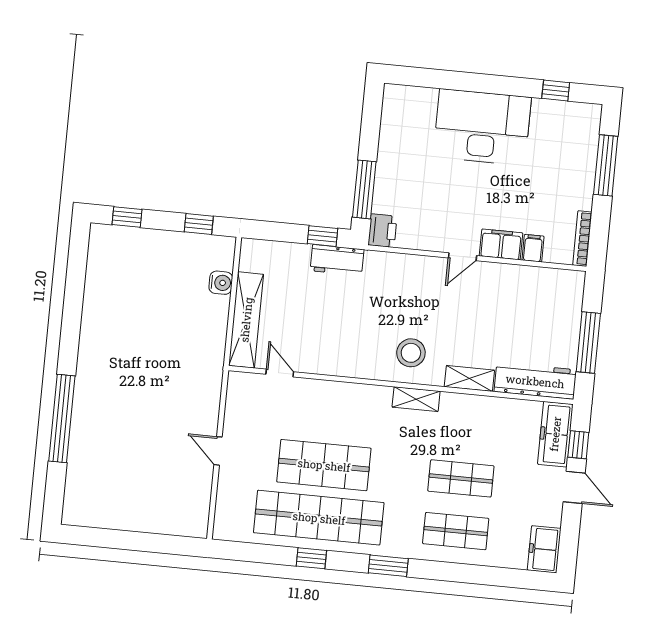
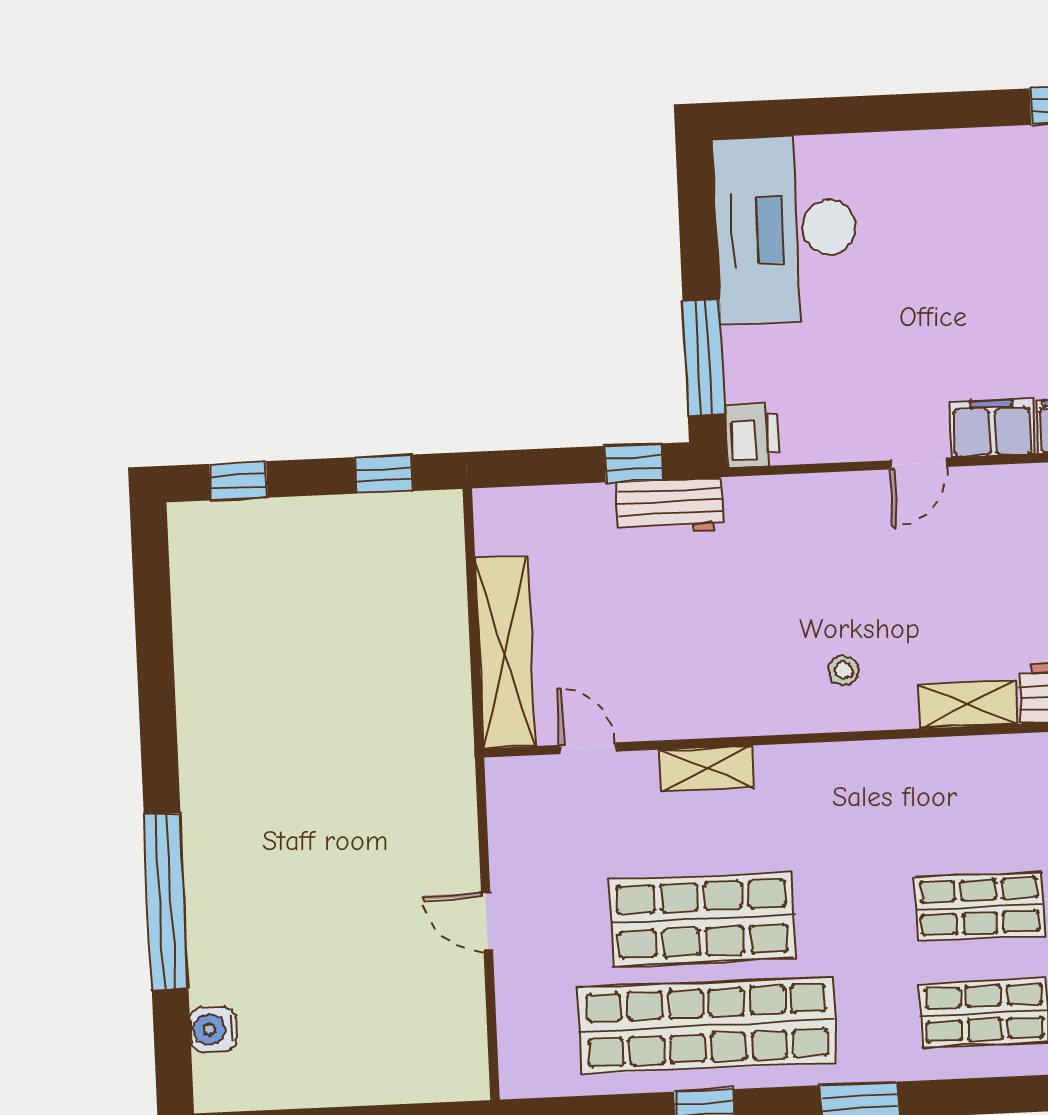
desk: (482, 127) -> (786, 229), moved, turned -90
water cooler: (221, 283) -> (213, 1029), moved, turned 180
stool: (411, 353) -> (844, 670), width x0.53, depth x0.53
shelving: (416, 399) -> (707, 768), moved

